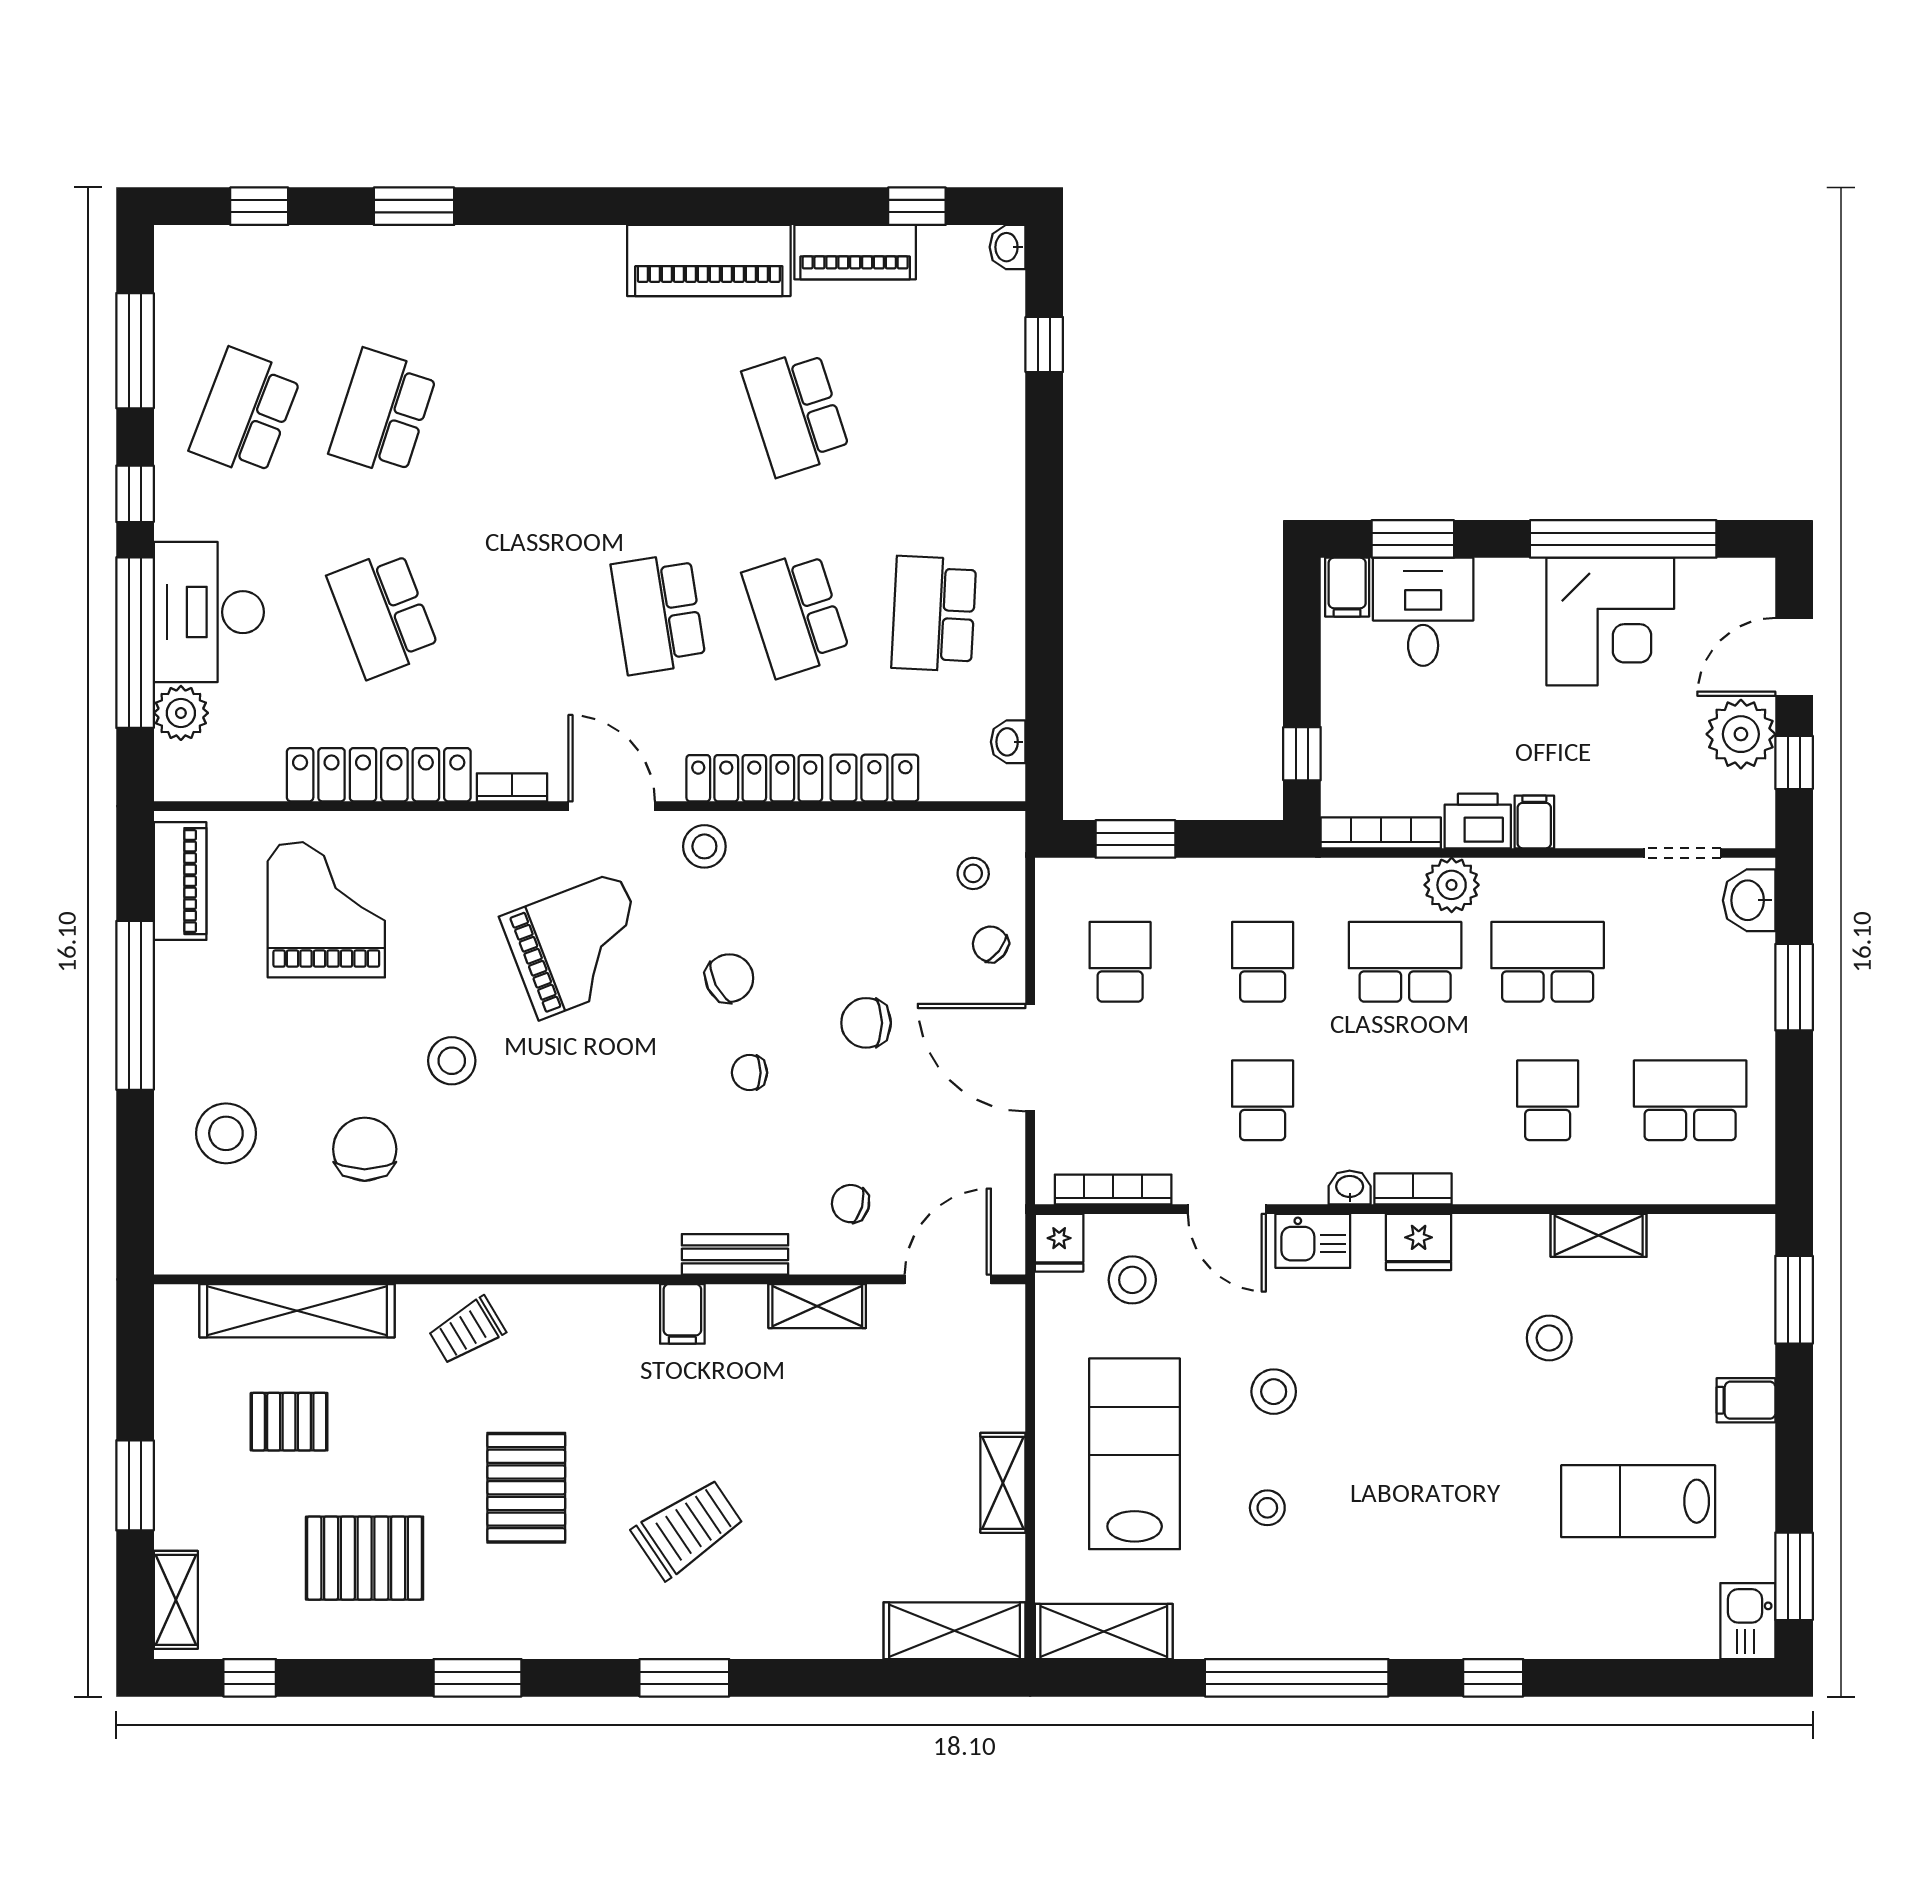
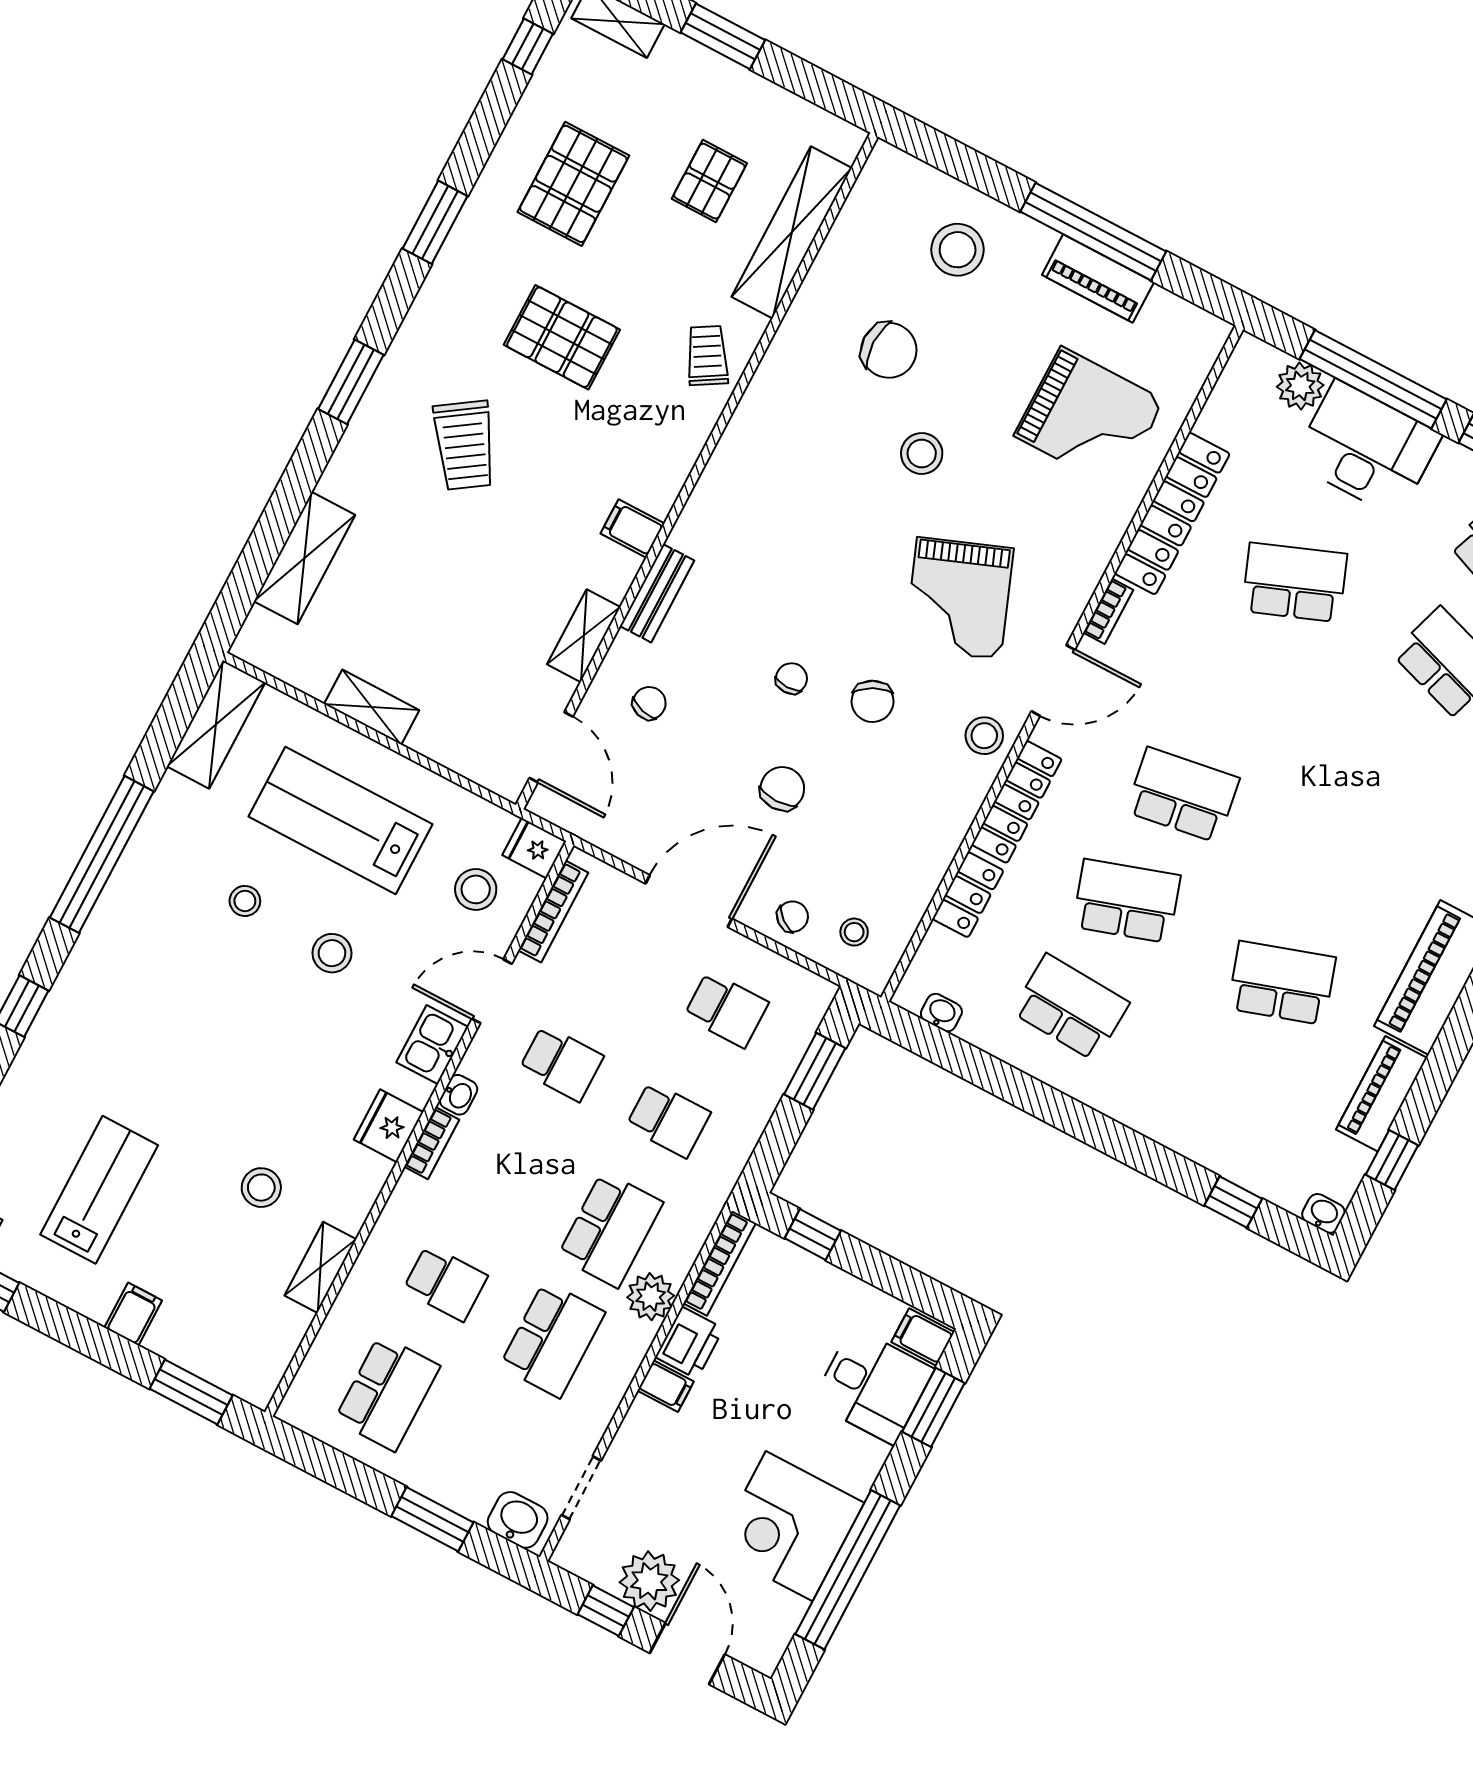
piano: (180, 881) -> (1098, 279), moved
lab bench: (1135, 1454) -> (341, 820), turned 180
shelving: (955, 1631) -> (305, 558), moved

